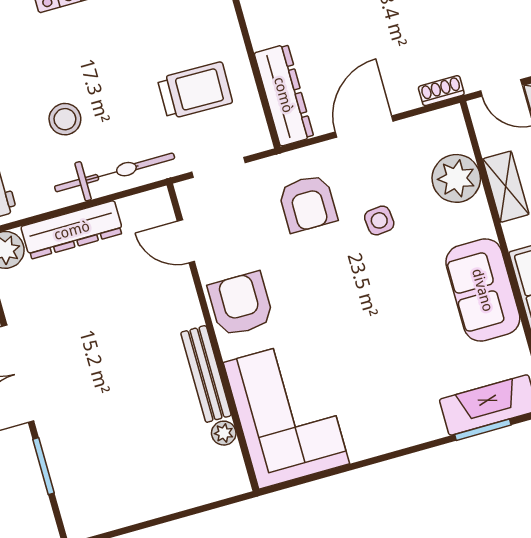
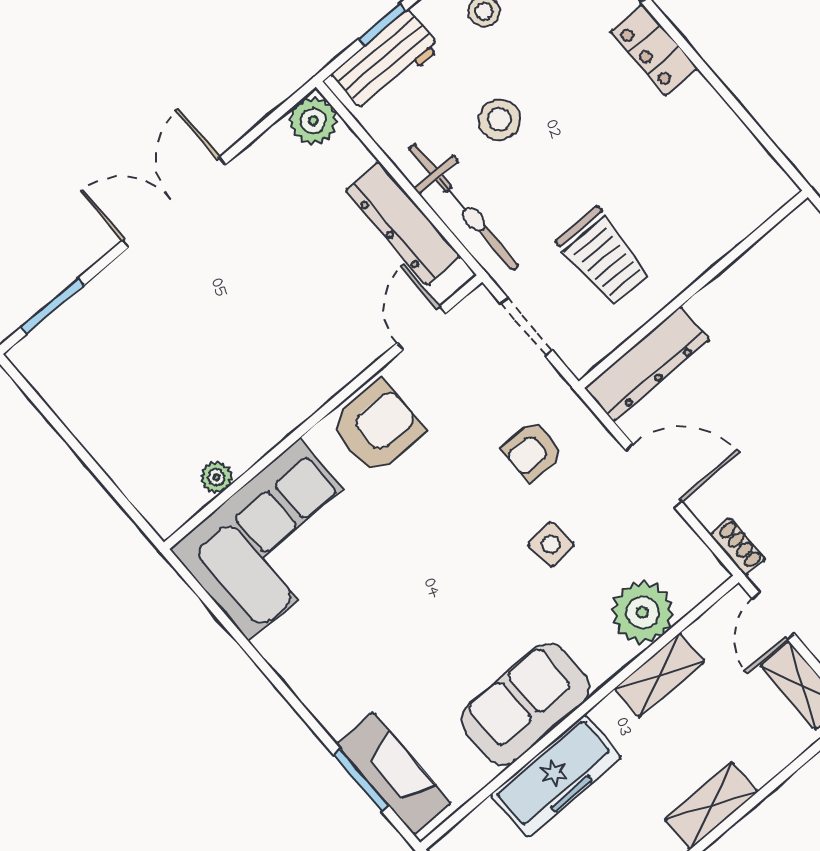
armchair: (308, 203) -> (532, 451), width x0.72, depth x0.72
dresser: (72, 230) -> (403, 223), moved
bench: (206, 374) -> (276, 424), removed
window: (44, 466) -> (52, 306), moved

